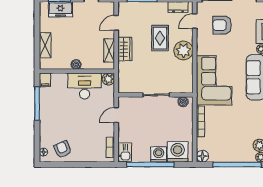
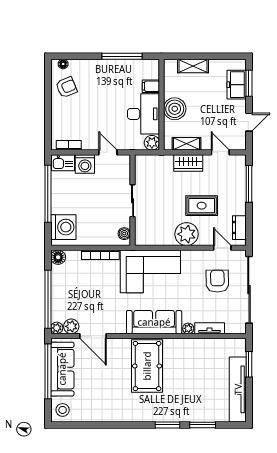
boiler: (76, 64) -> (175, 109), width x1.86, depth x1.86
filing cabinet: (45, 80) -> (151, 86), moved
washing machine: (159, 154) -> (85, 164), moved, turned 90

